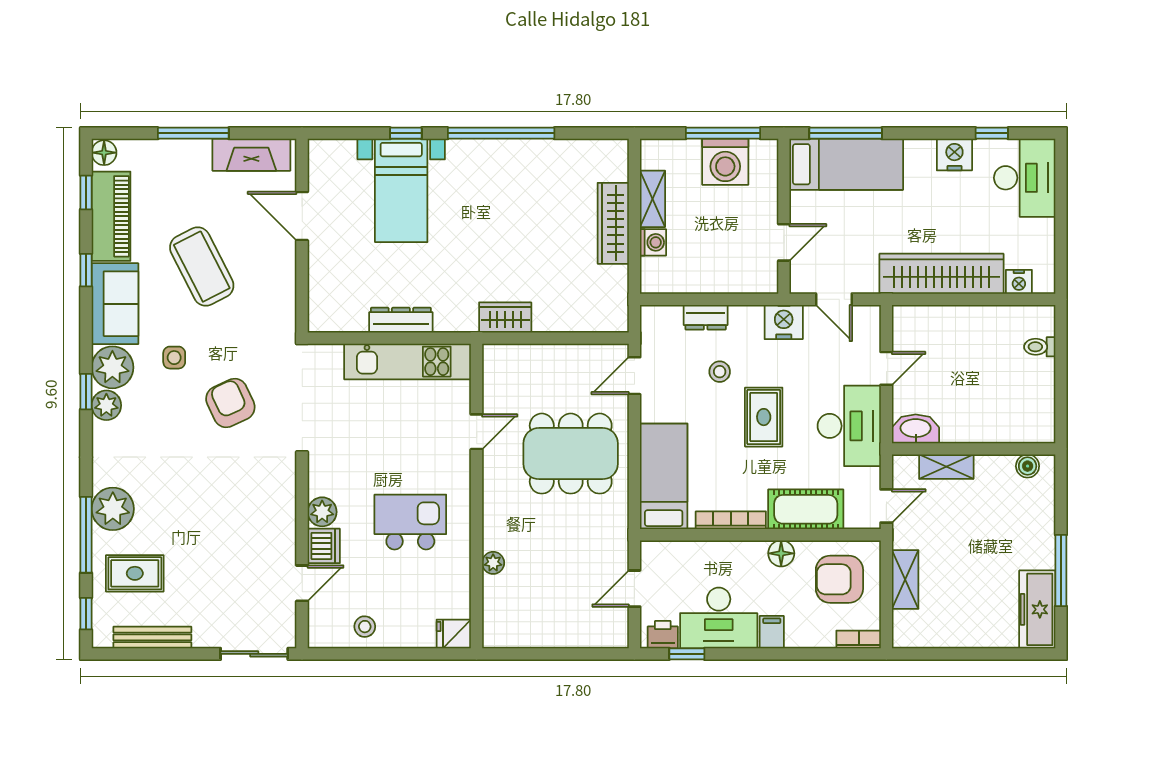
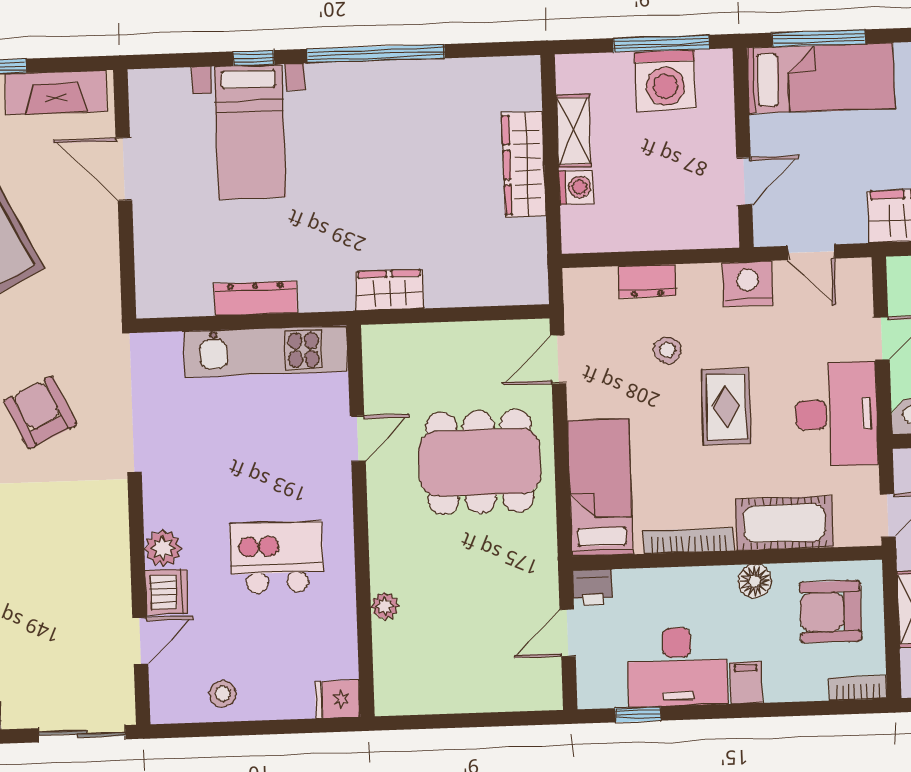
printer: (663, 635) -> (593, 587), moved, turned 180

